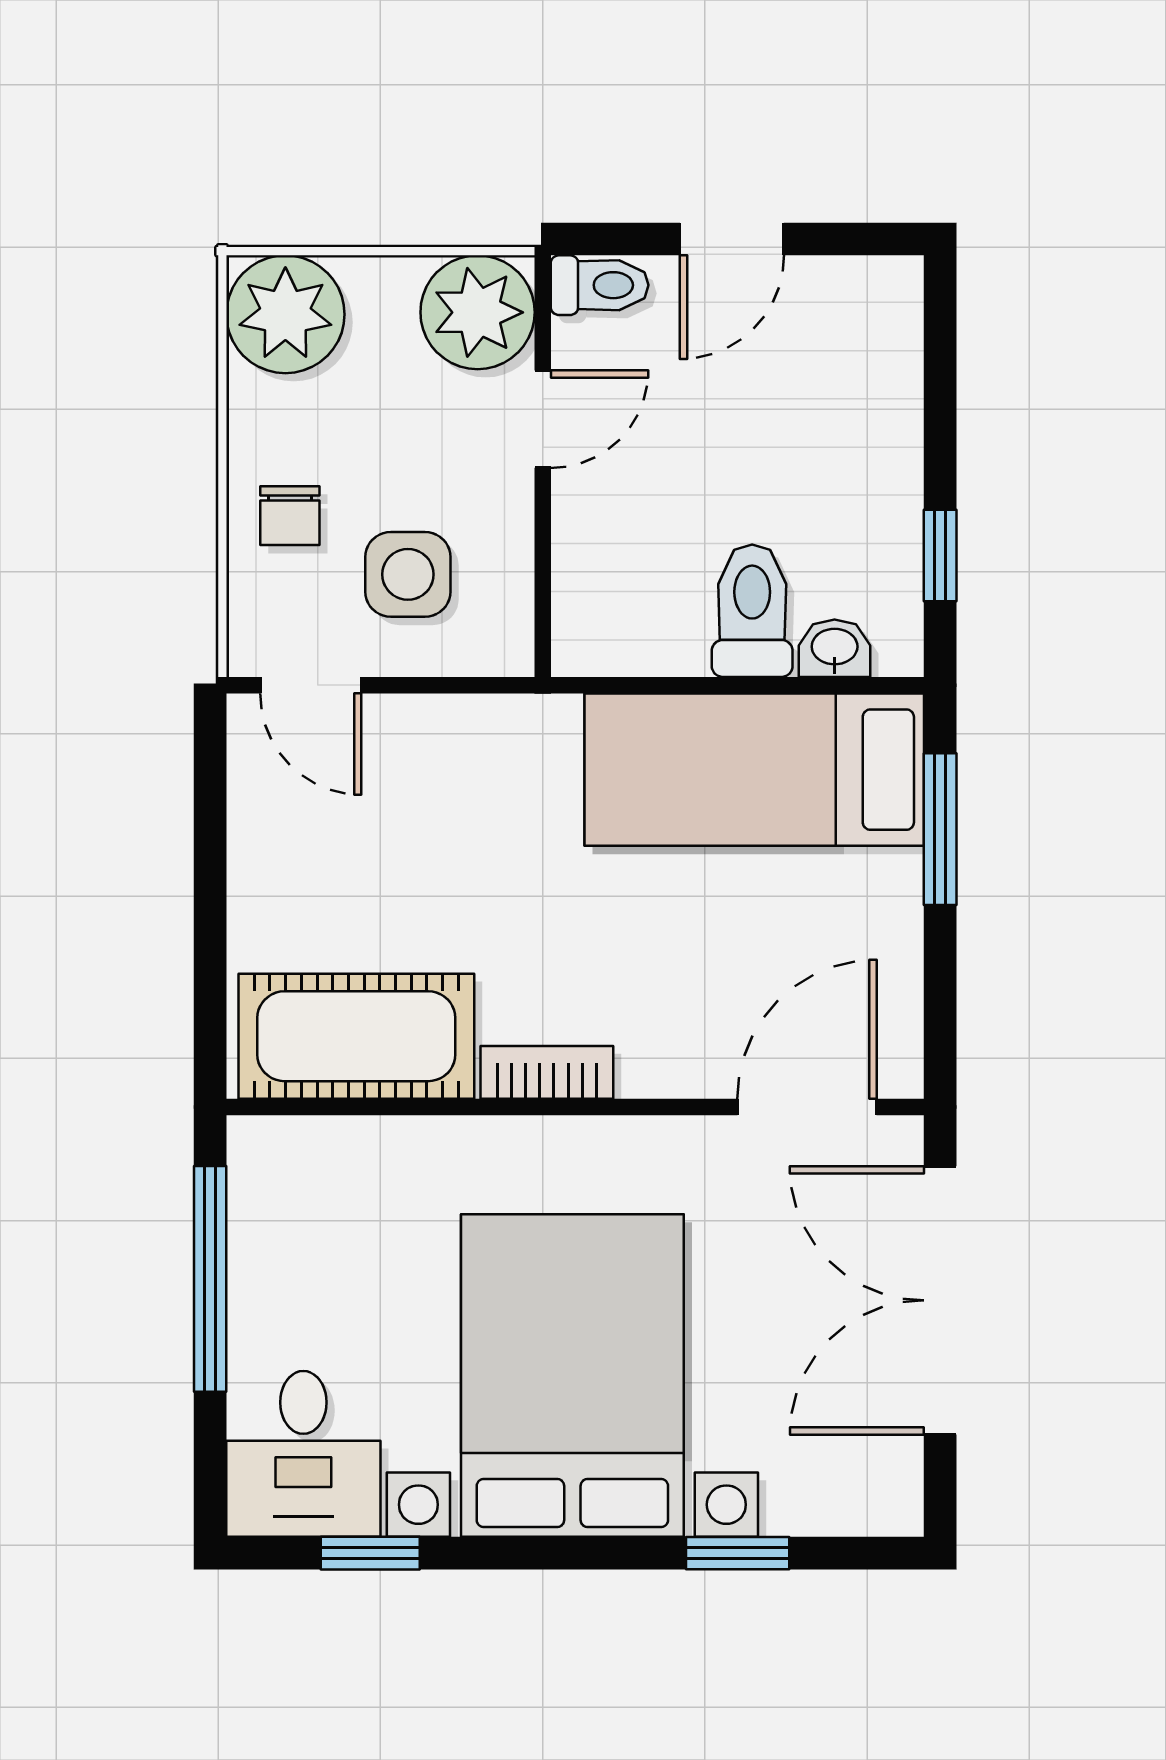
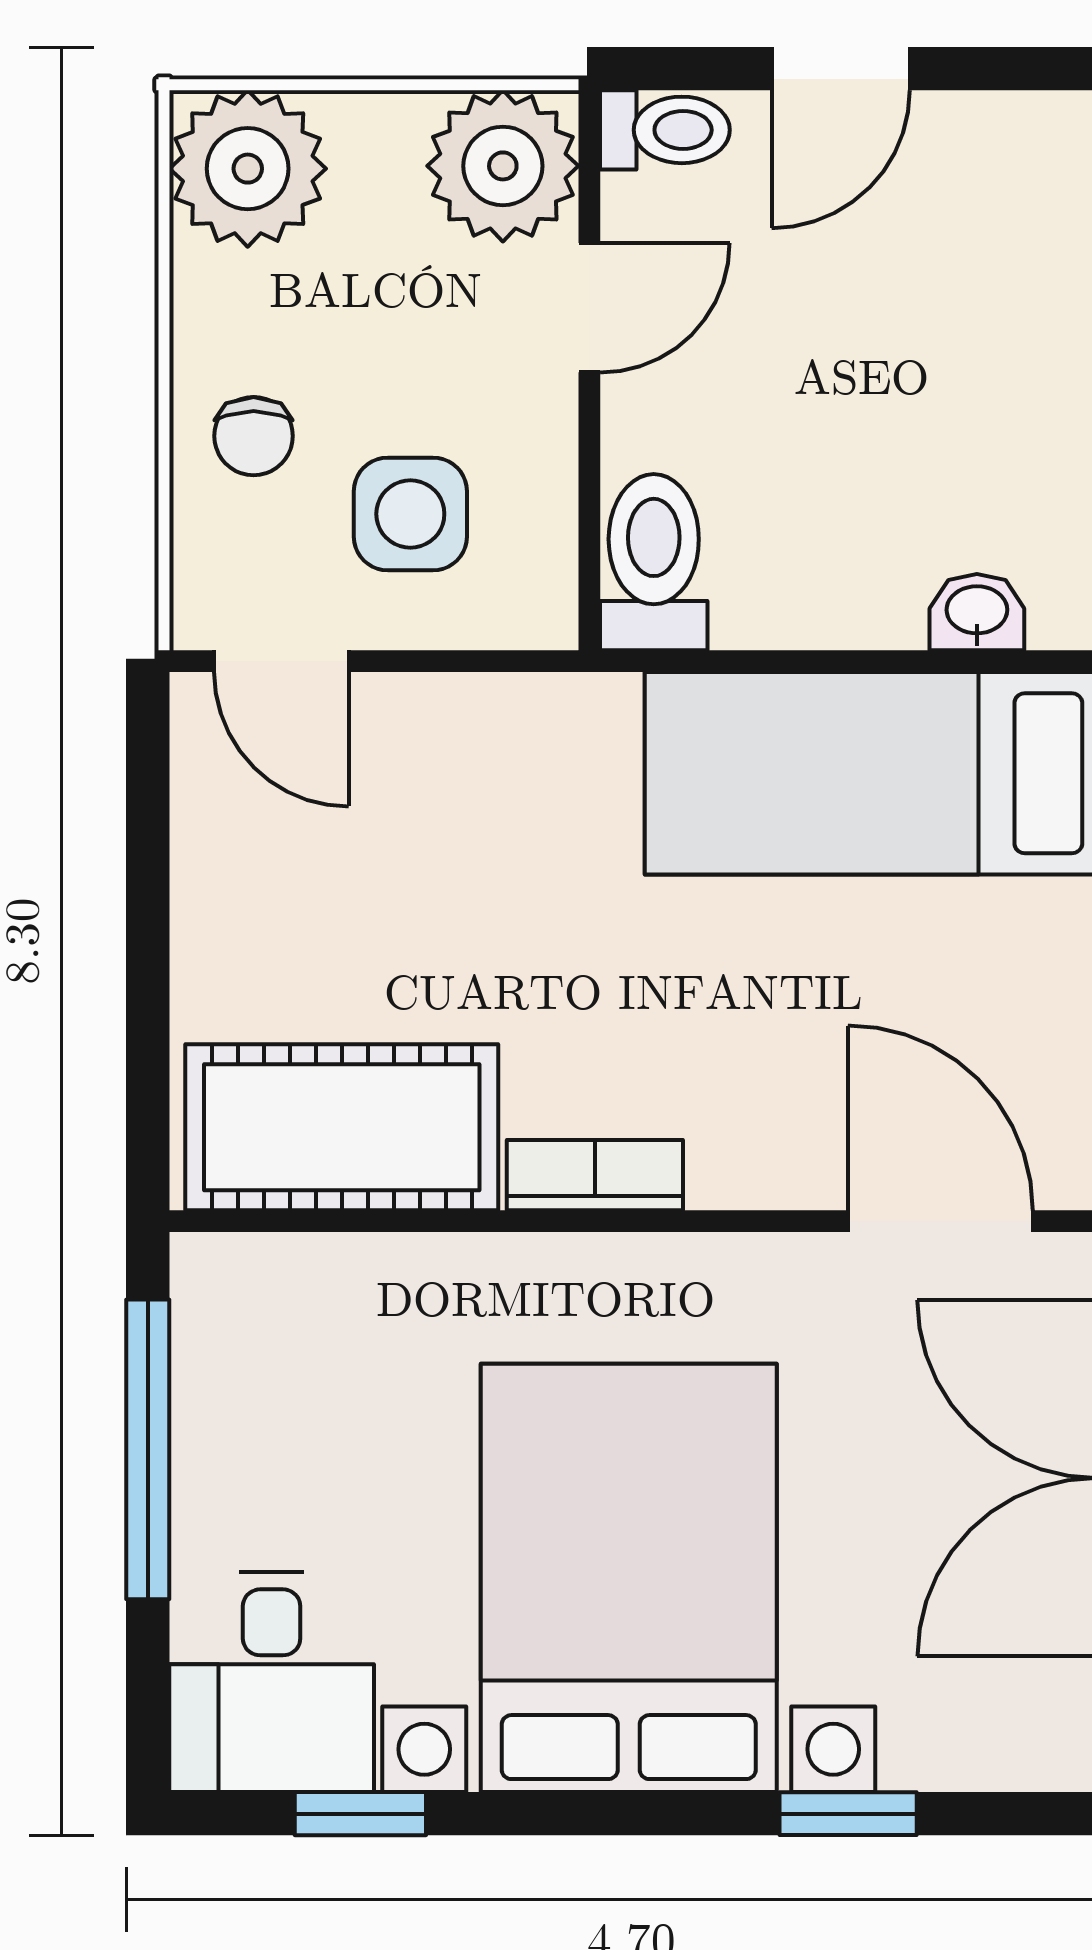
toilet: (752, 611) -> (654, 562), moved
door: (807, 1107) -> (940, 1221), hinge flipped

